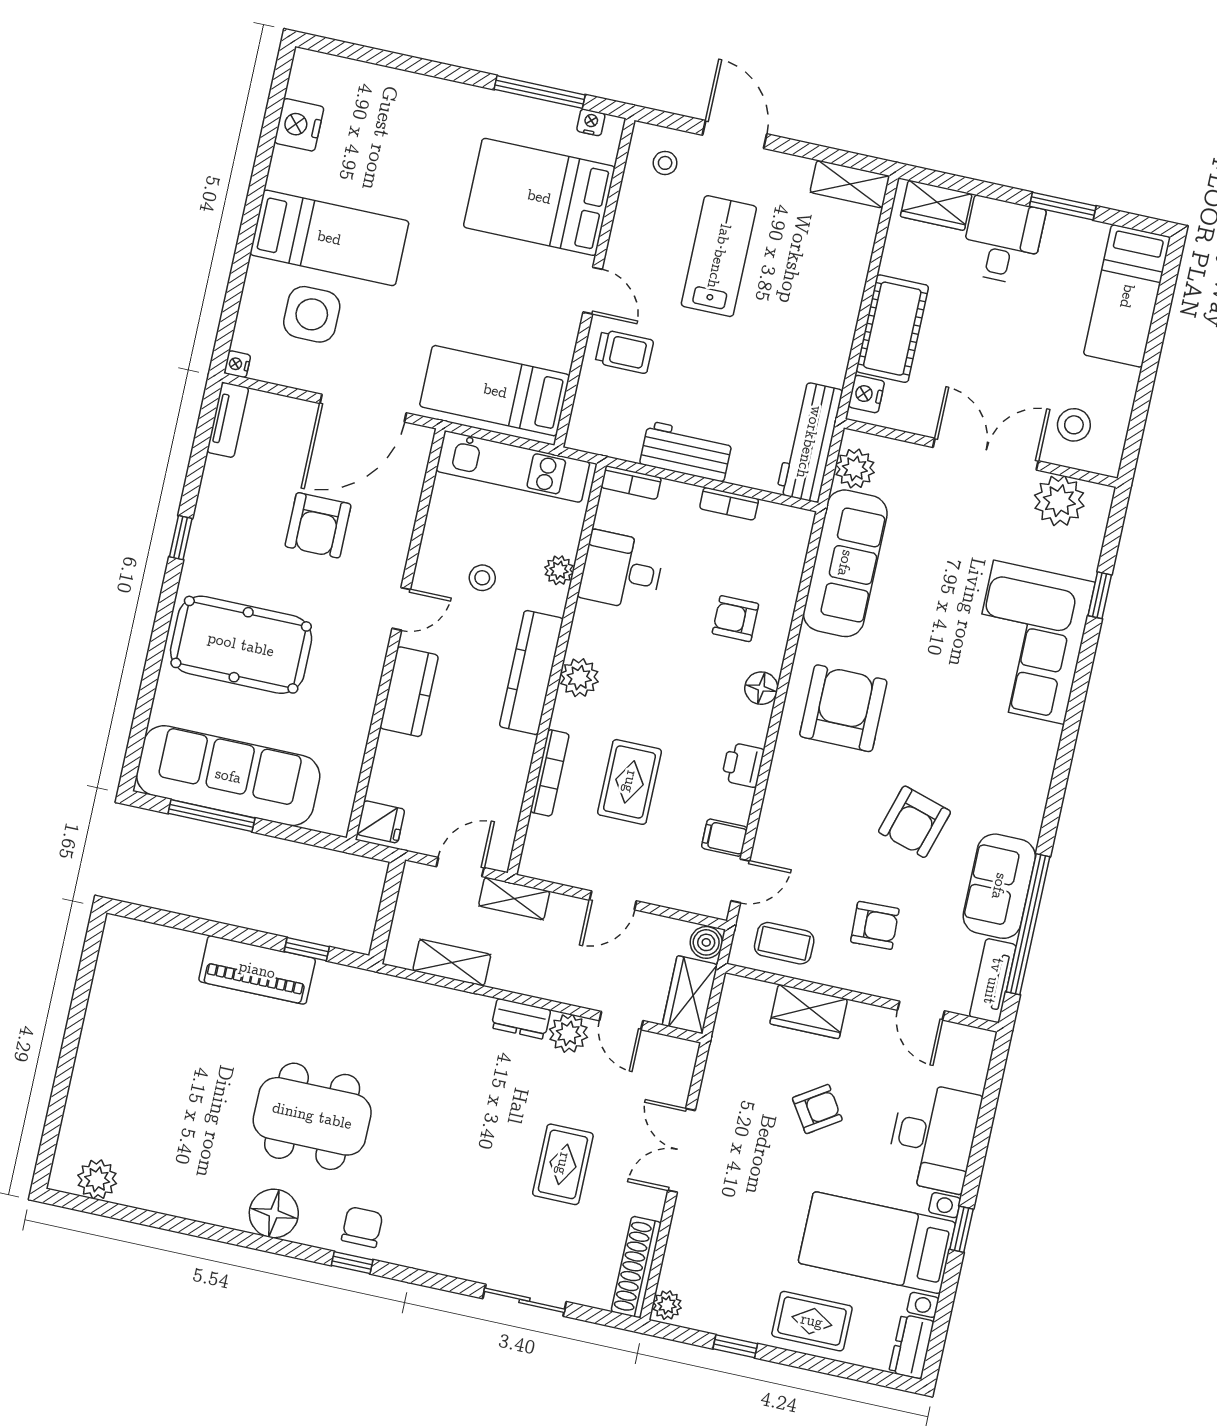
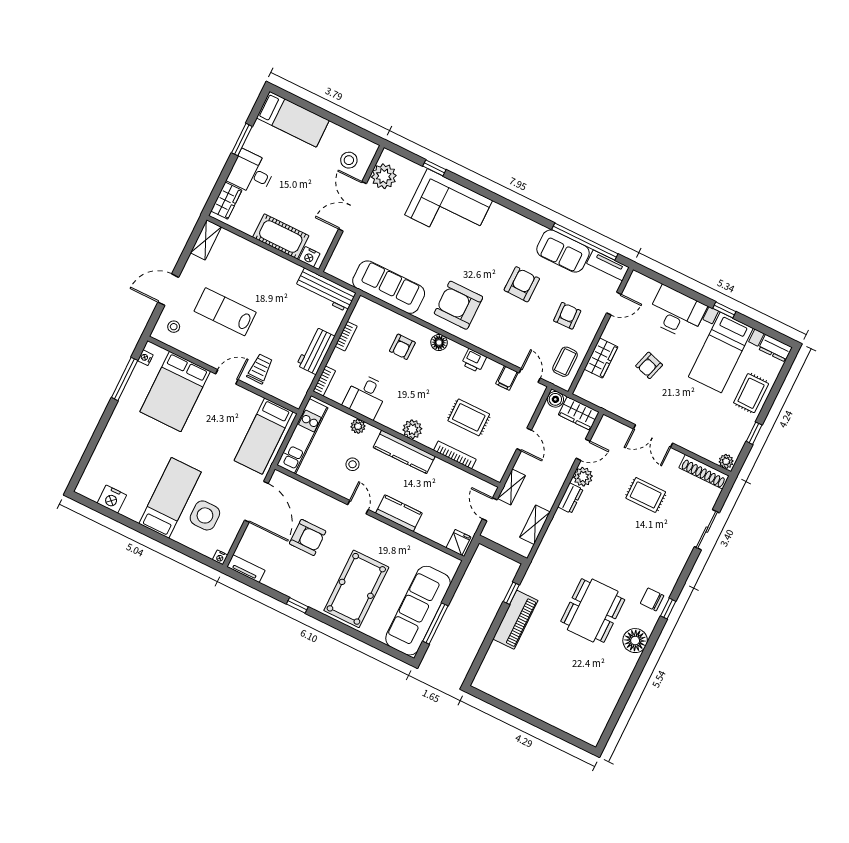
plant: (855, 468) -> (344, 271), removed
armchair: (915, 822) -> (522, 284), turned -106
armchair: (817, 1109) -> (649, 365), turned -130
plant: (97, 1179) -> (598, 722), removed

